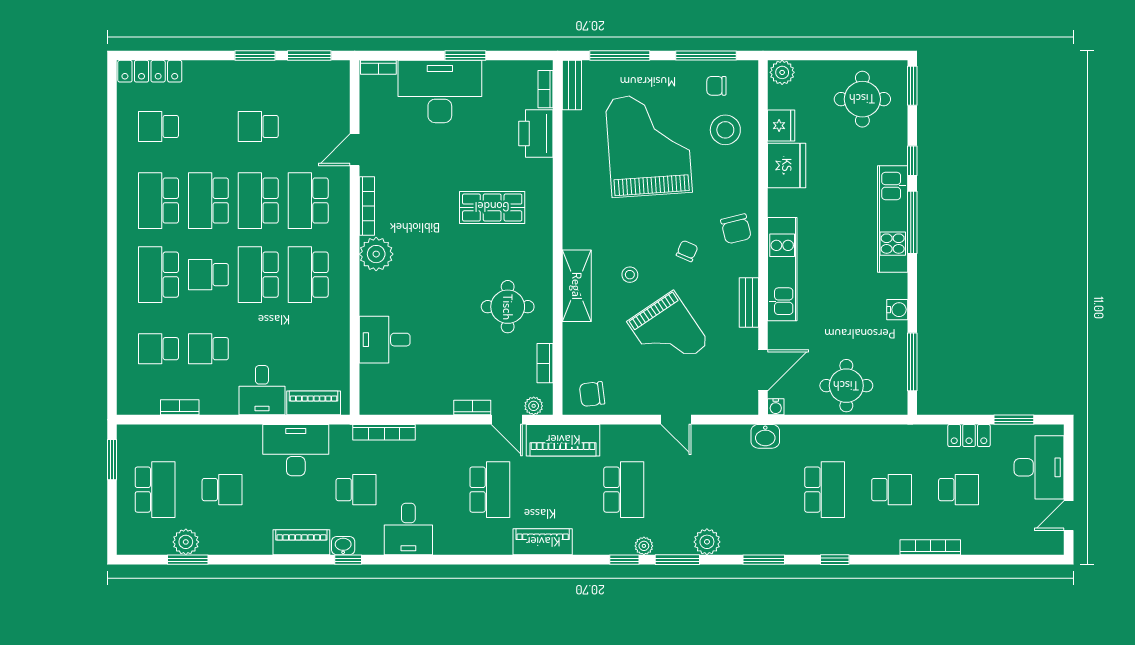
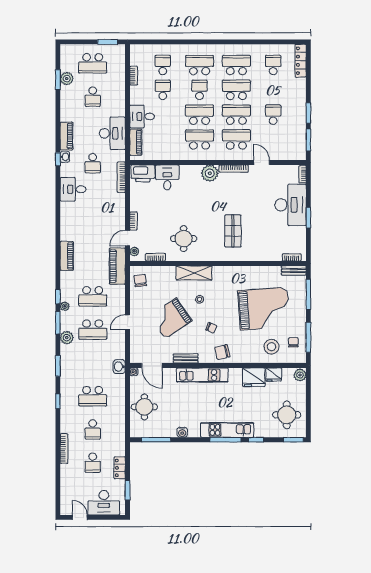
printer: (536, 134) -> (143, 173), moved, turned 180
school desk: (490, 490) -> (93, 330), moved

